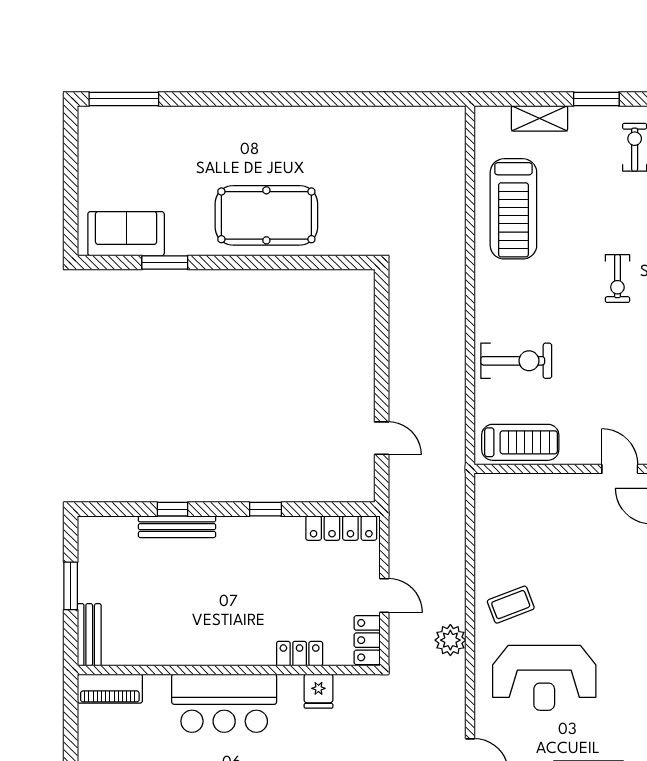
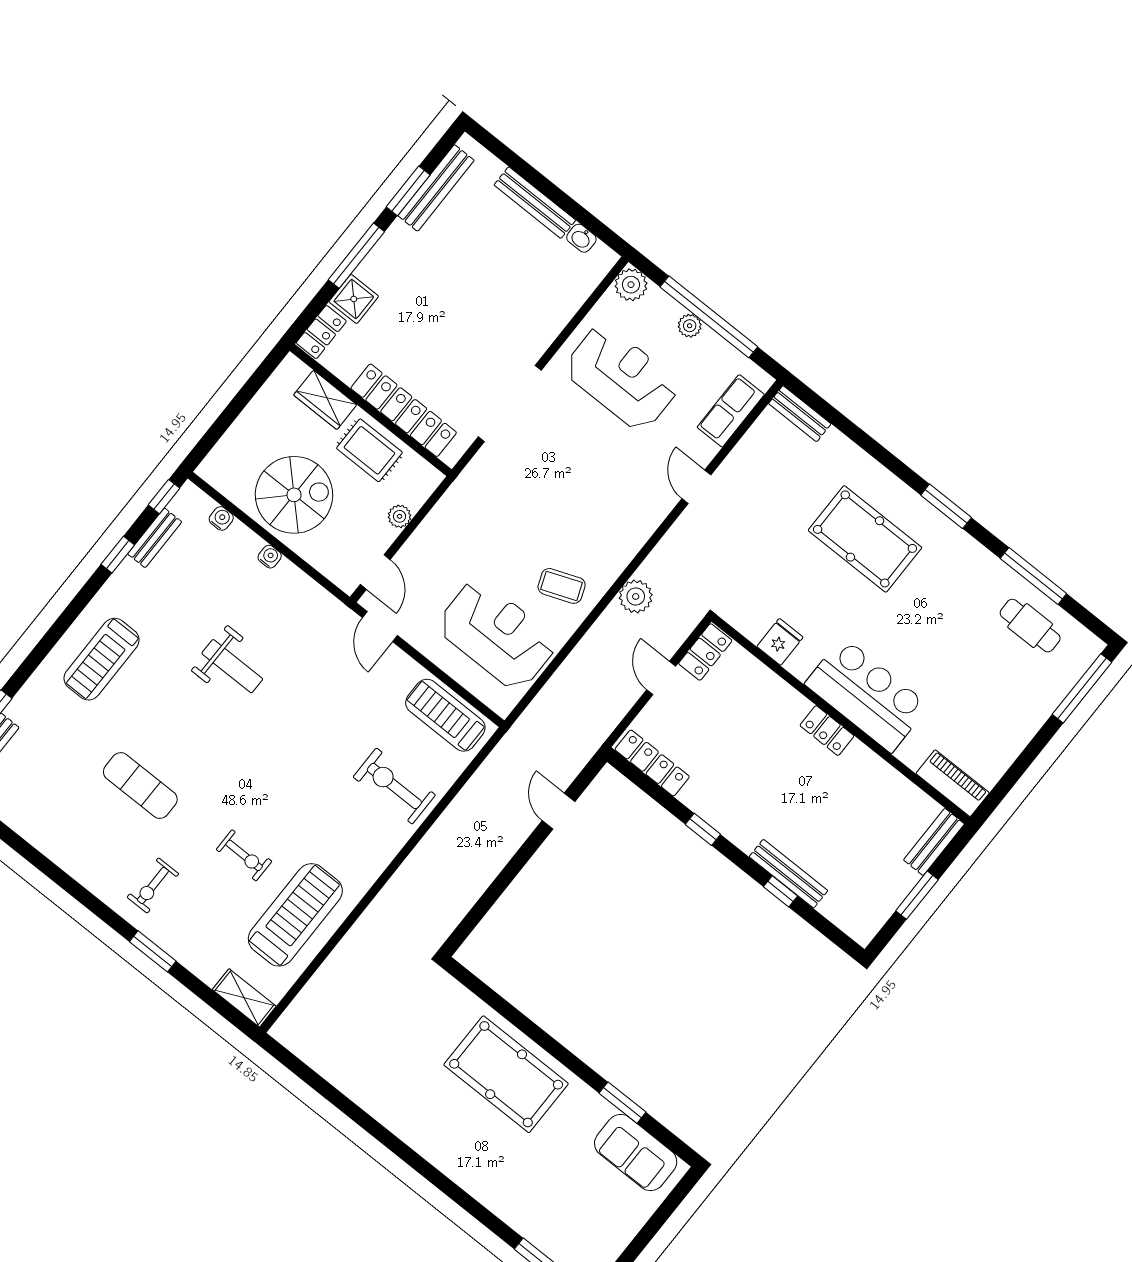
shelving: (540, 118) -> (244, 998), moved
exercise bike: (617, 279) -> (244, 855), moved, turned 90
locker: (300, 654) -> (827, 731), moved
reception desk: (544, 678) -> (497, 635), moved

